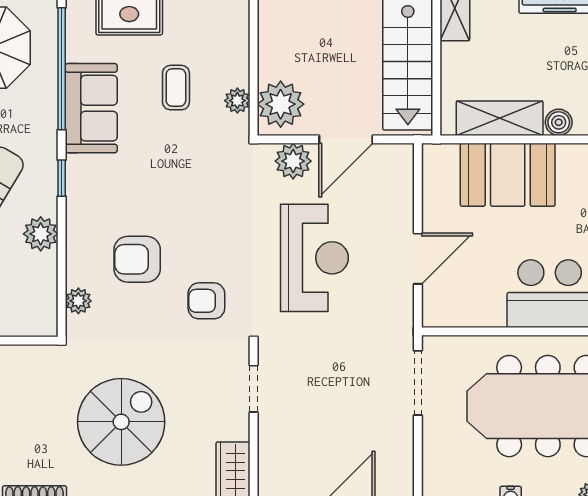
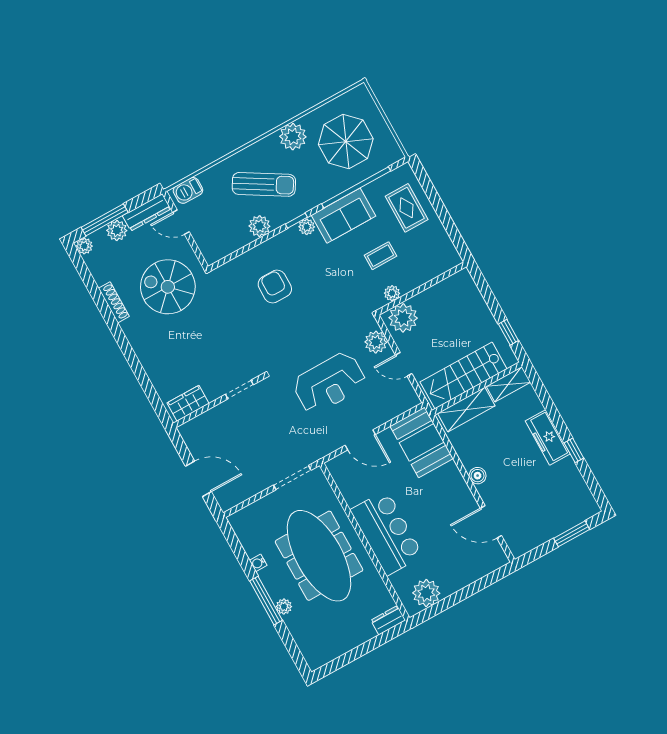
shelving: (500, 118) -> (466, 409), moved, turned 90
door: (346, 139) -> (404, 364), width x0.73
booth: (508, 175) -> (422, 442), moved
plant: (78, 301) -> (307, 227), moved
armchair: (206, 301) -> (273, 337), removed
spiral stairs: (121, 422) -> (168, 287), moved, turned 180

